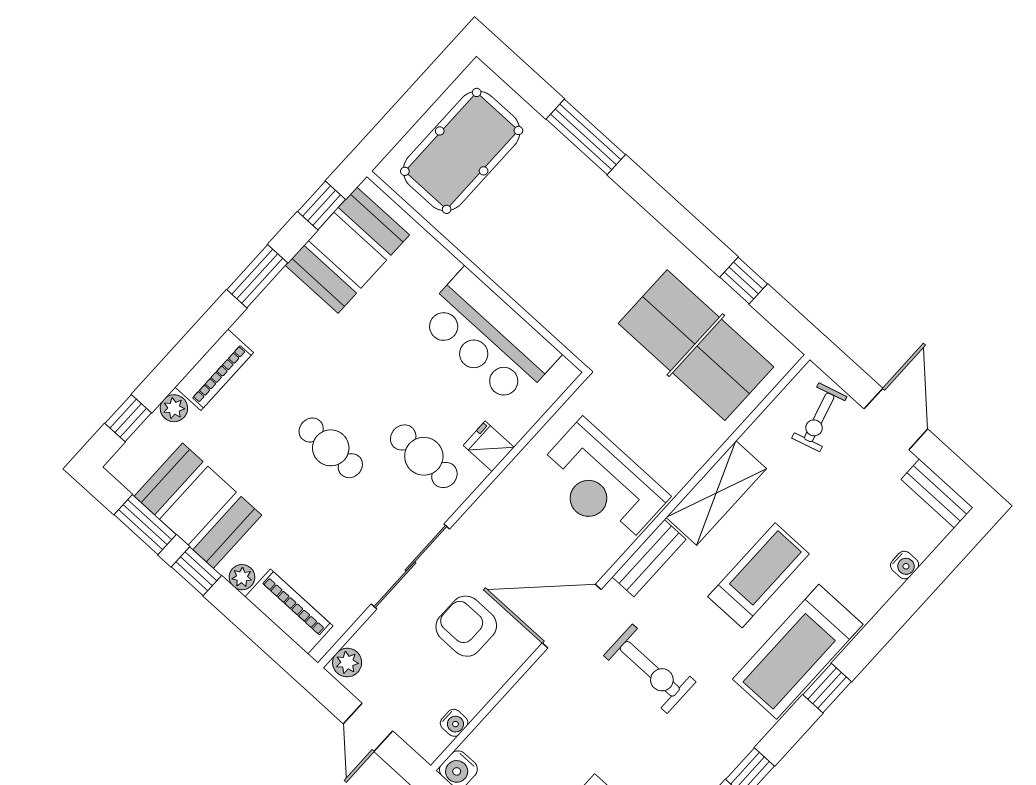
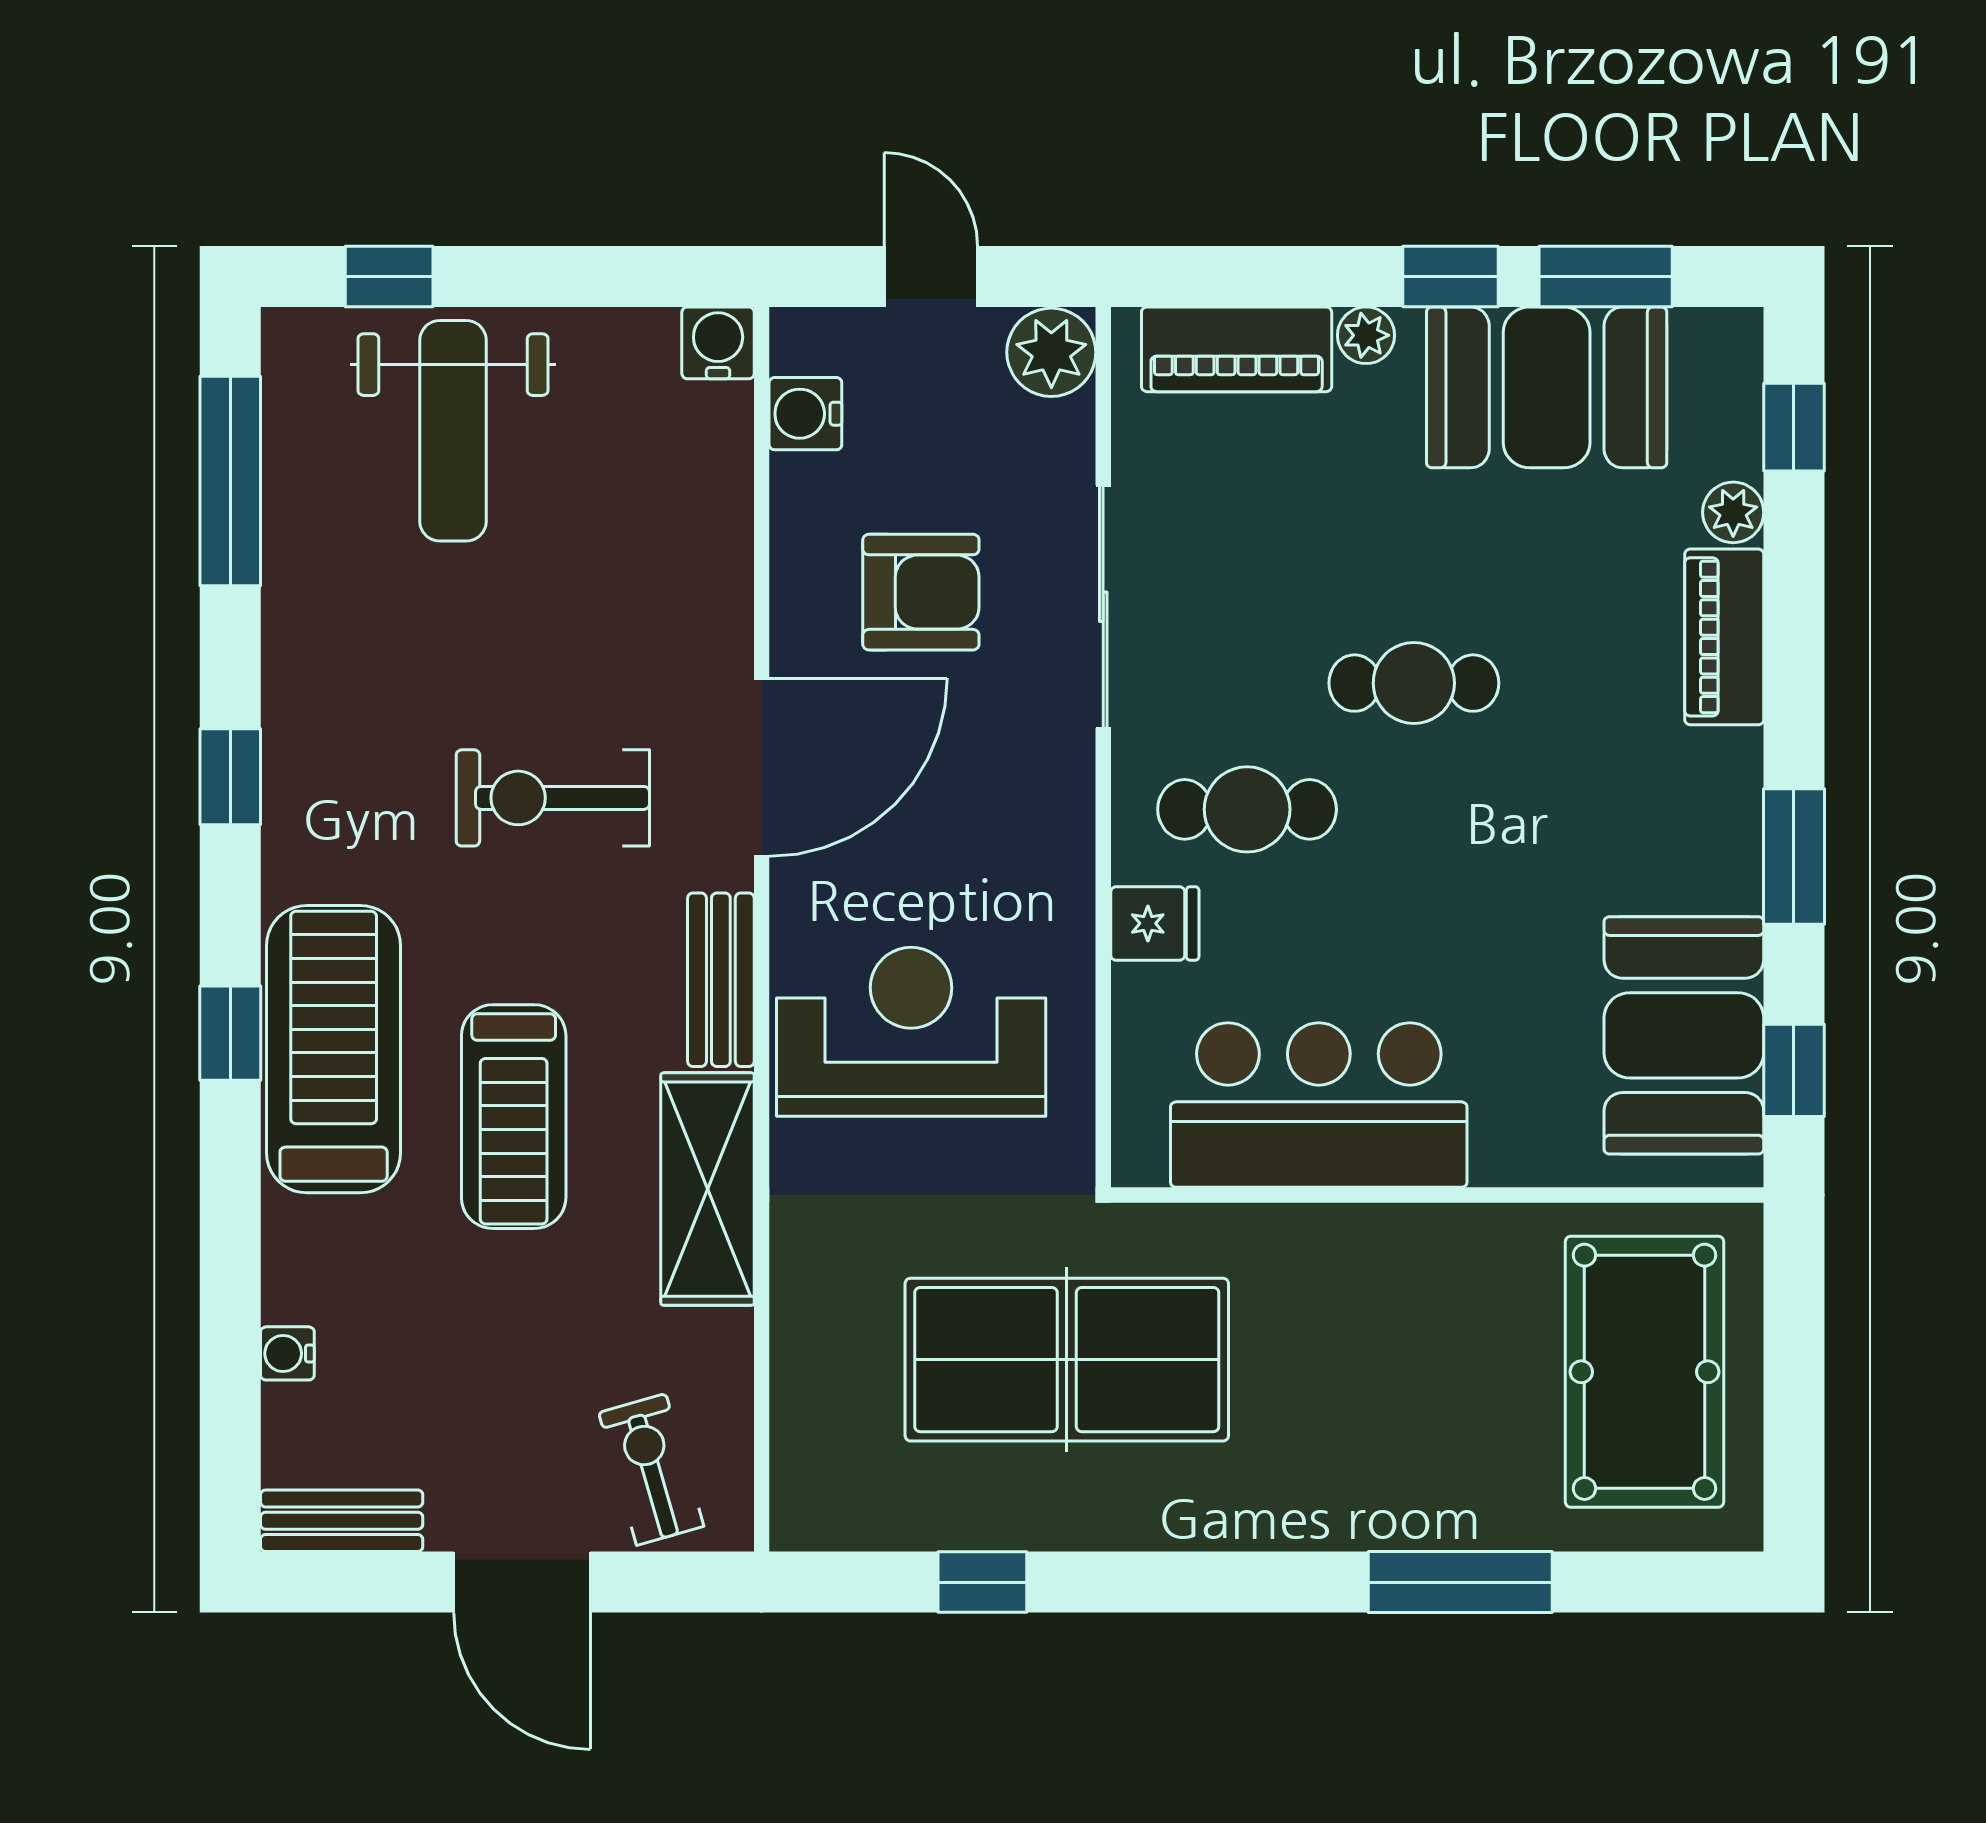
table tennis table: (696, 345) -> (1067, 1360), moved
plant: (347, 663) -> (1051, 352), width x1.38, depth x1.38
water cooler: (454, 723) -> (805, 414), width x1.38, depth x1.38

